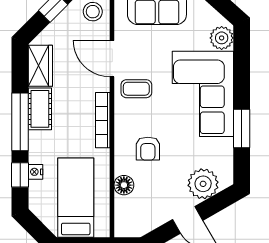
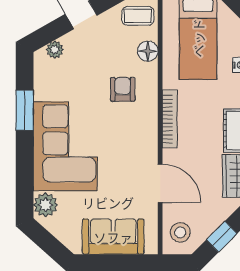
coffee table: (136, 89) -> (138, 16), moved
plant: (203, 184) -> (55, 50), width x0.53, depth x0.53

